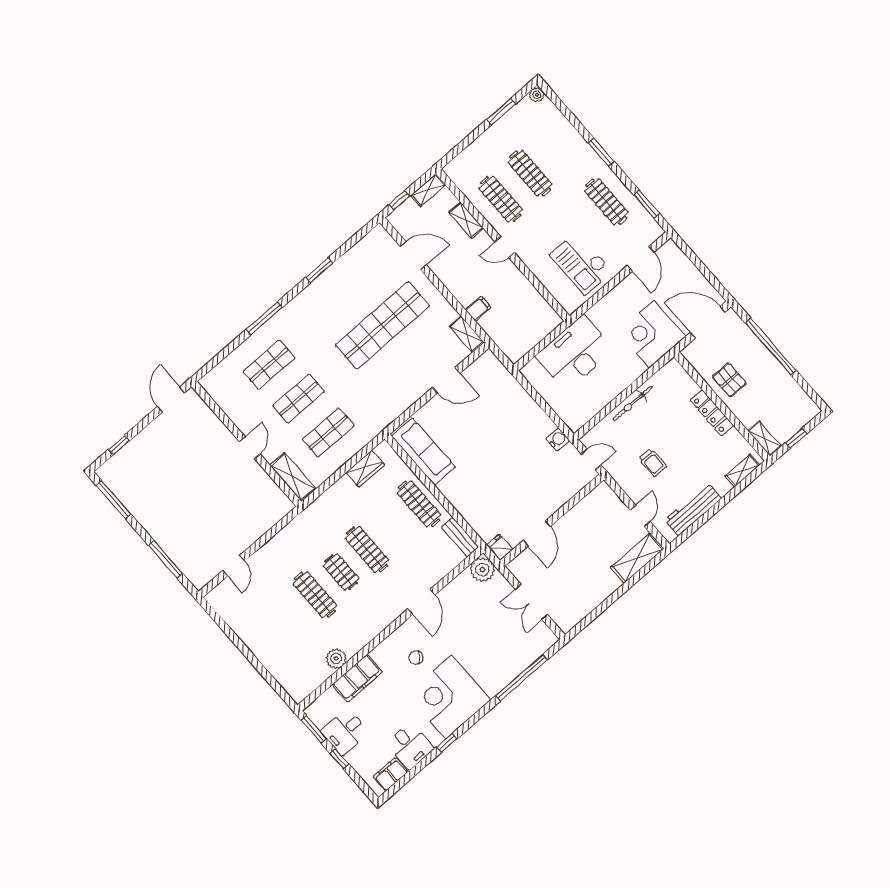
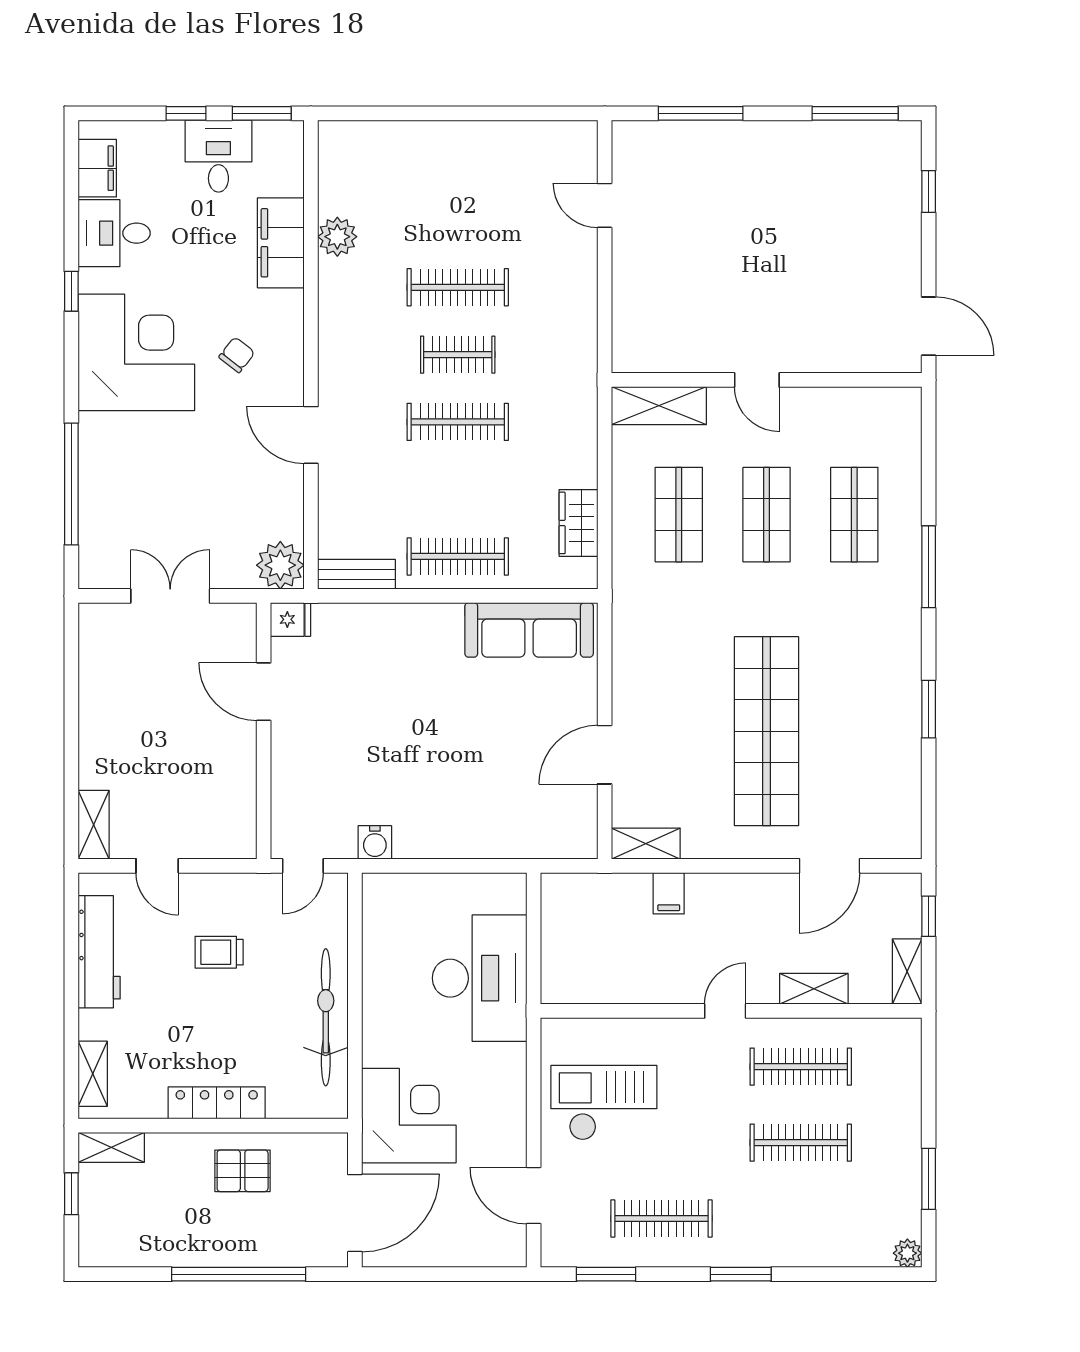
bicycle: (633, 403) -> (326, 1017), width x1.37, depth x1.40
shelving: (637, 558) -> (94, 825), width x0.67, depth x0.75

